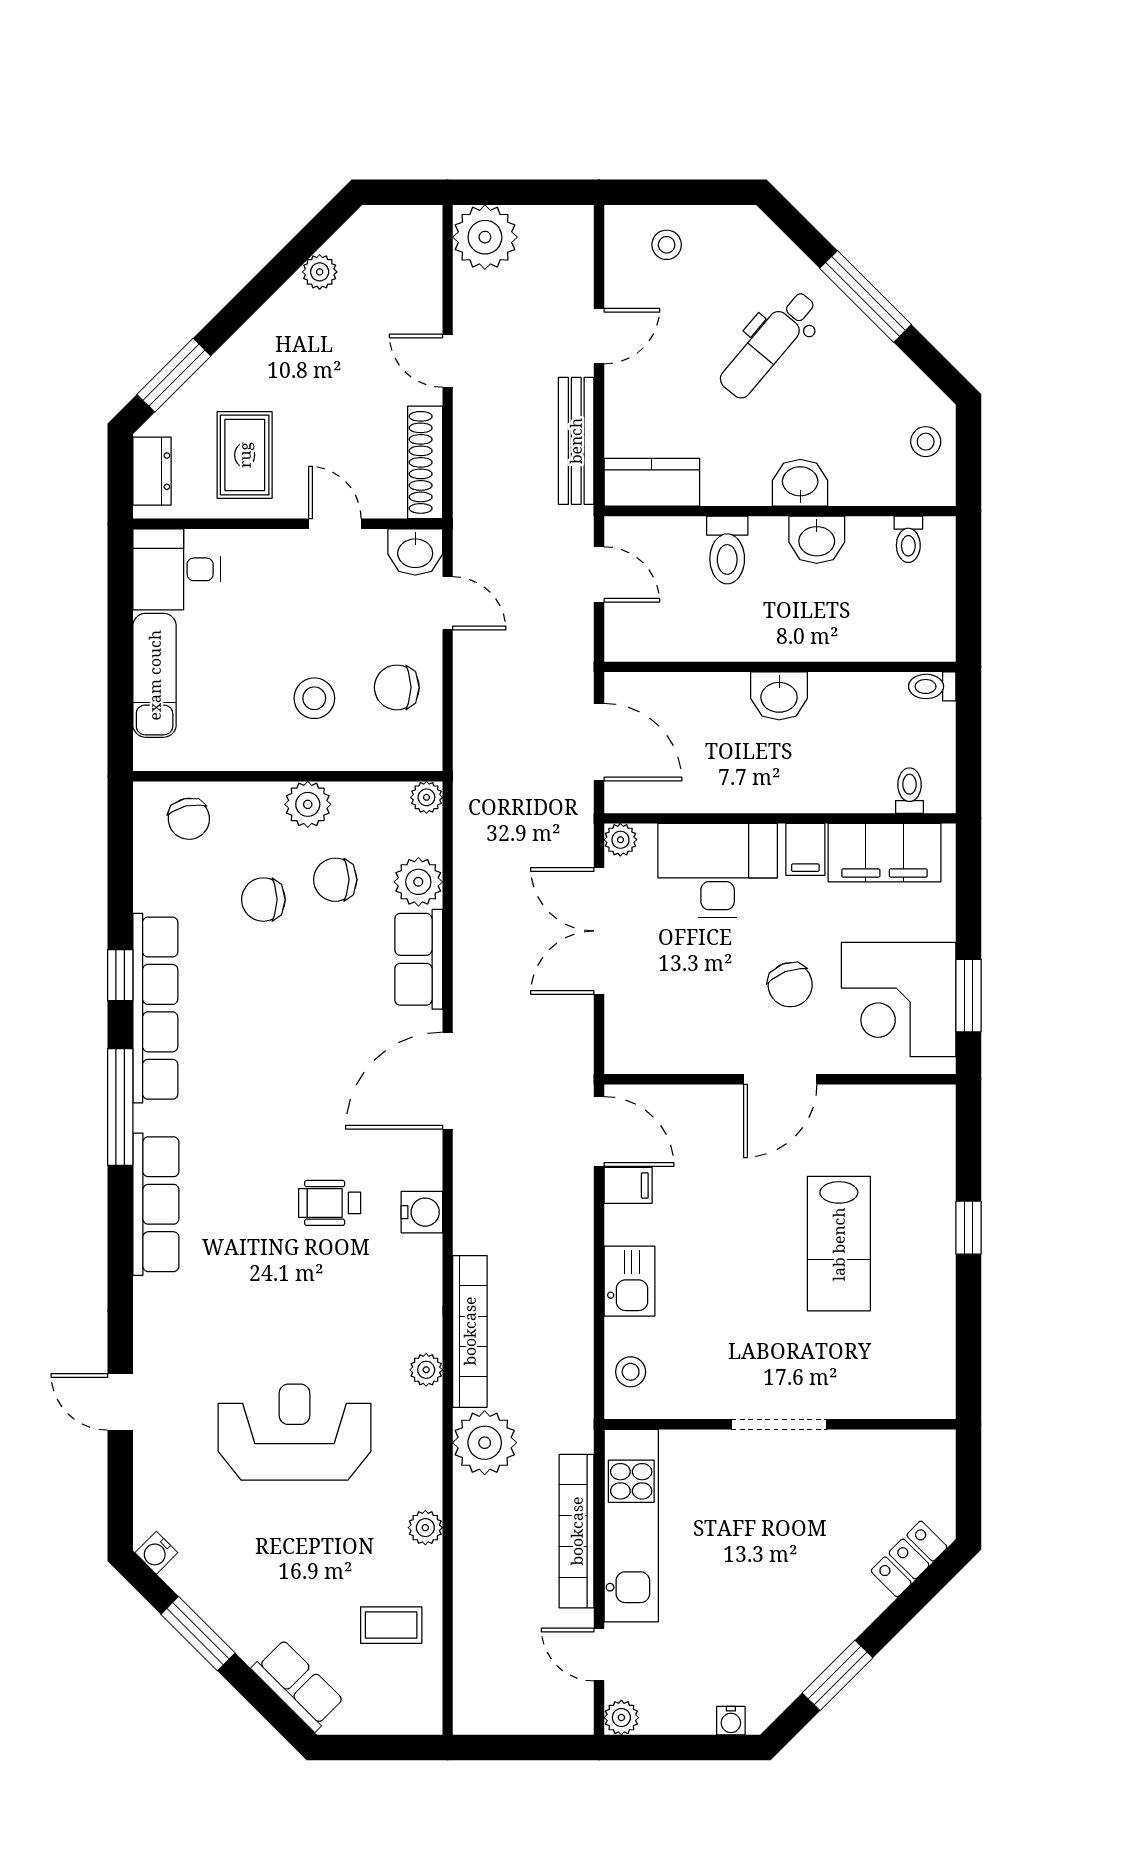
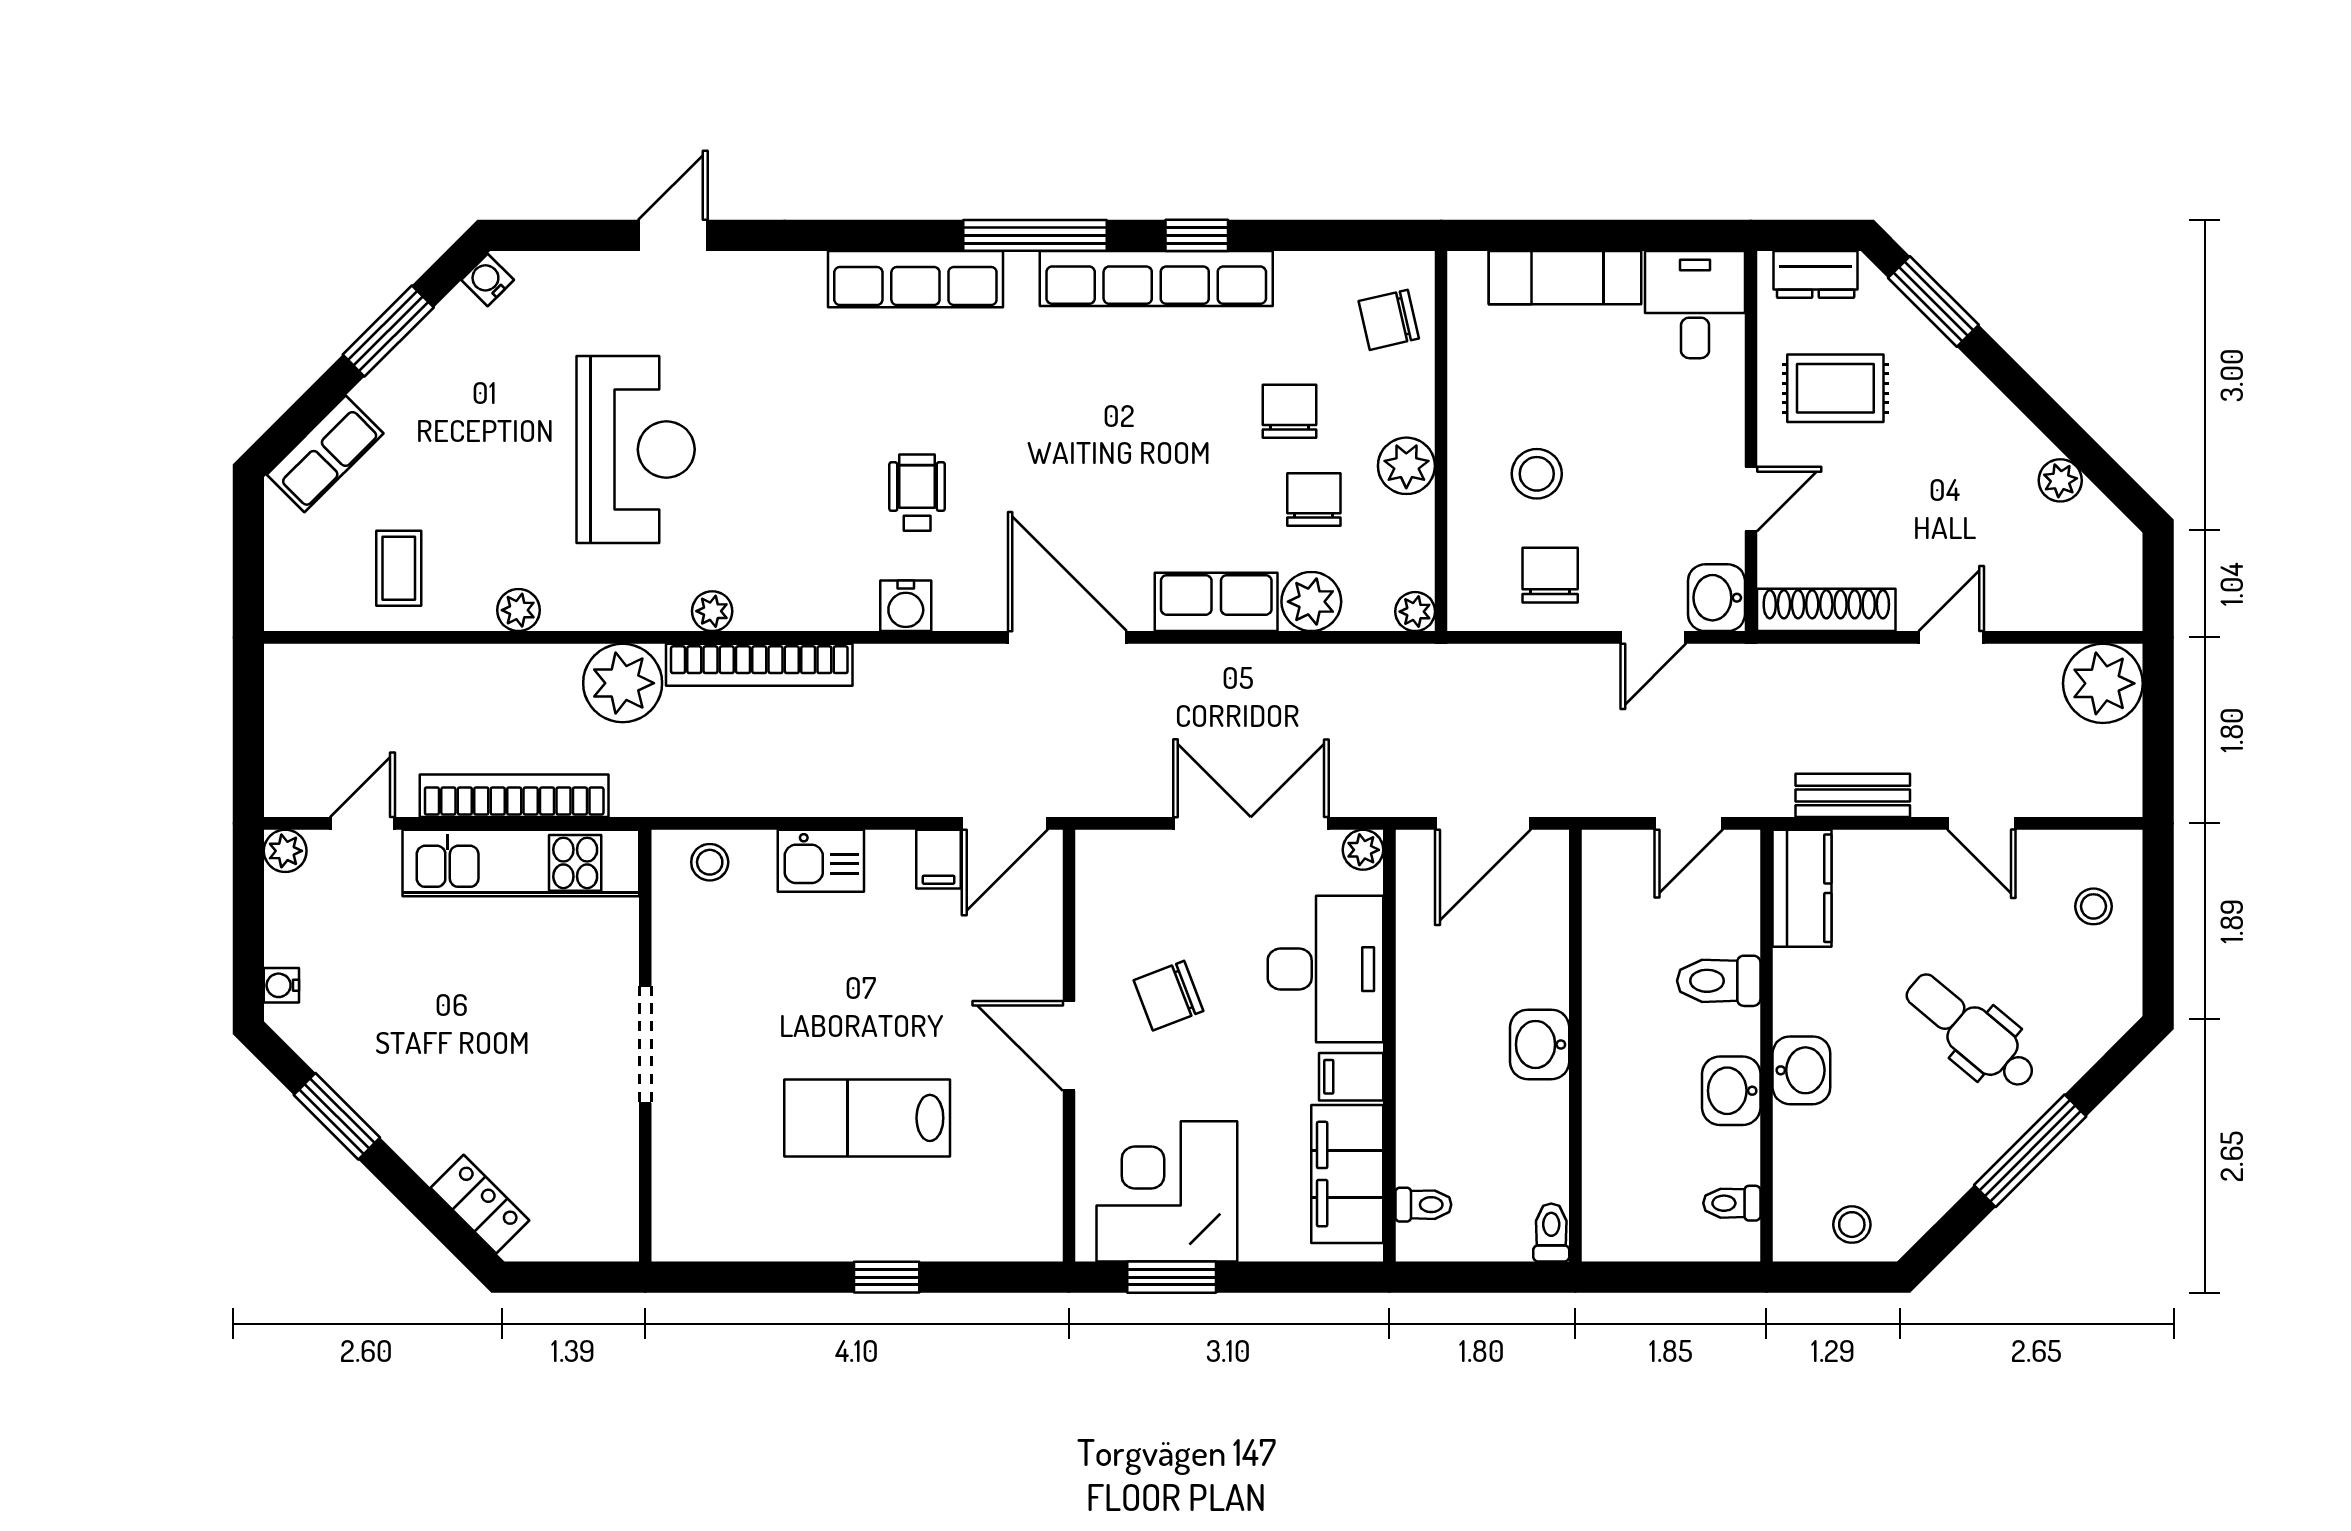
bench: (576, 441) -> (1853, 795), width x0.73
chair: (790, 985) -> (1169, 996), moved

